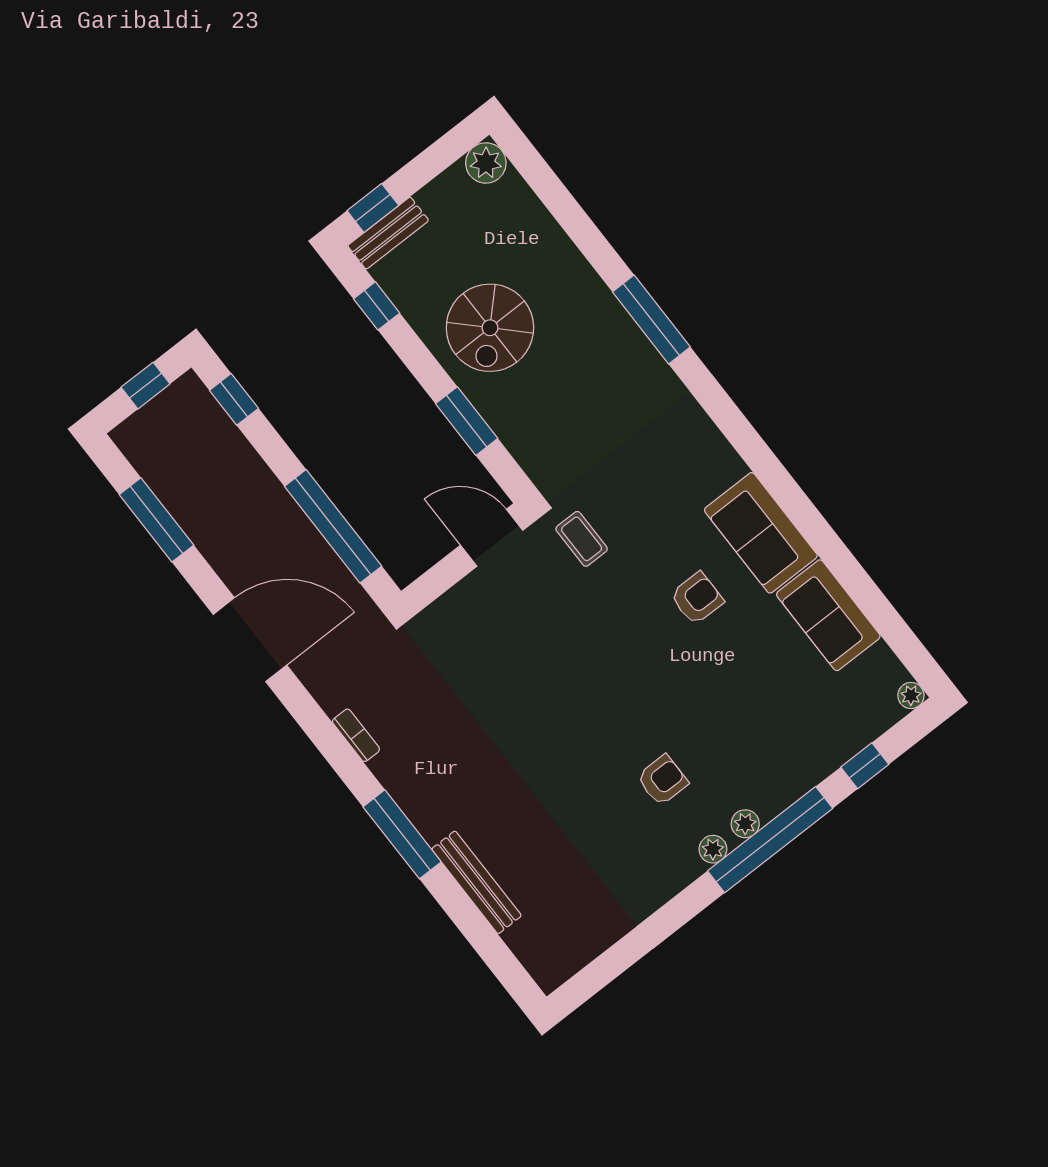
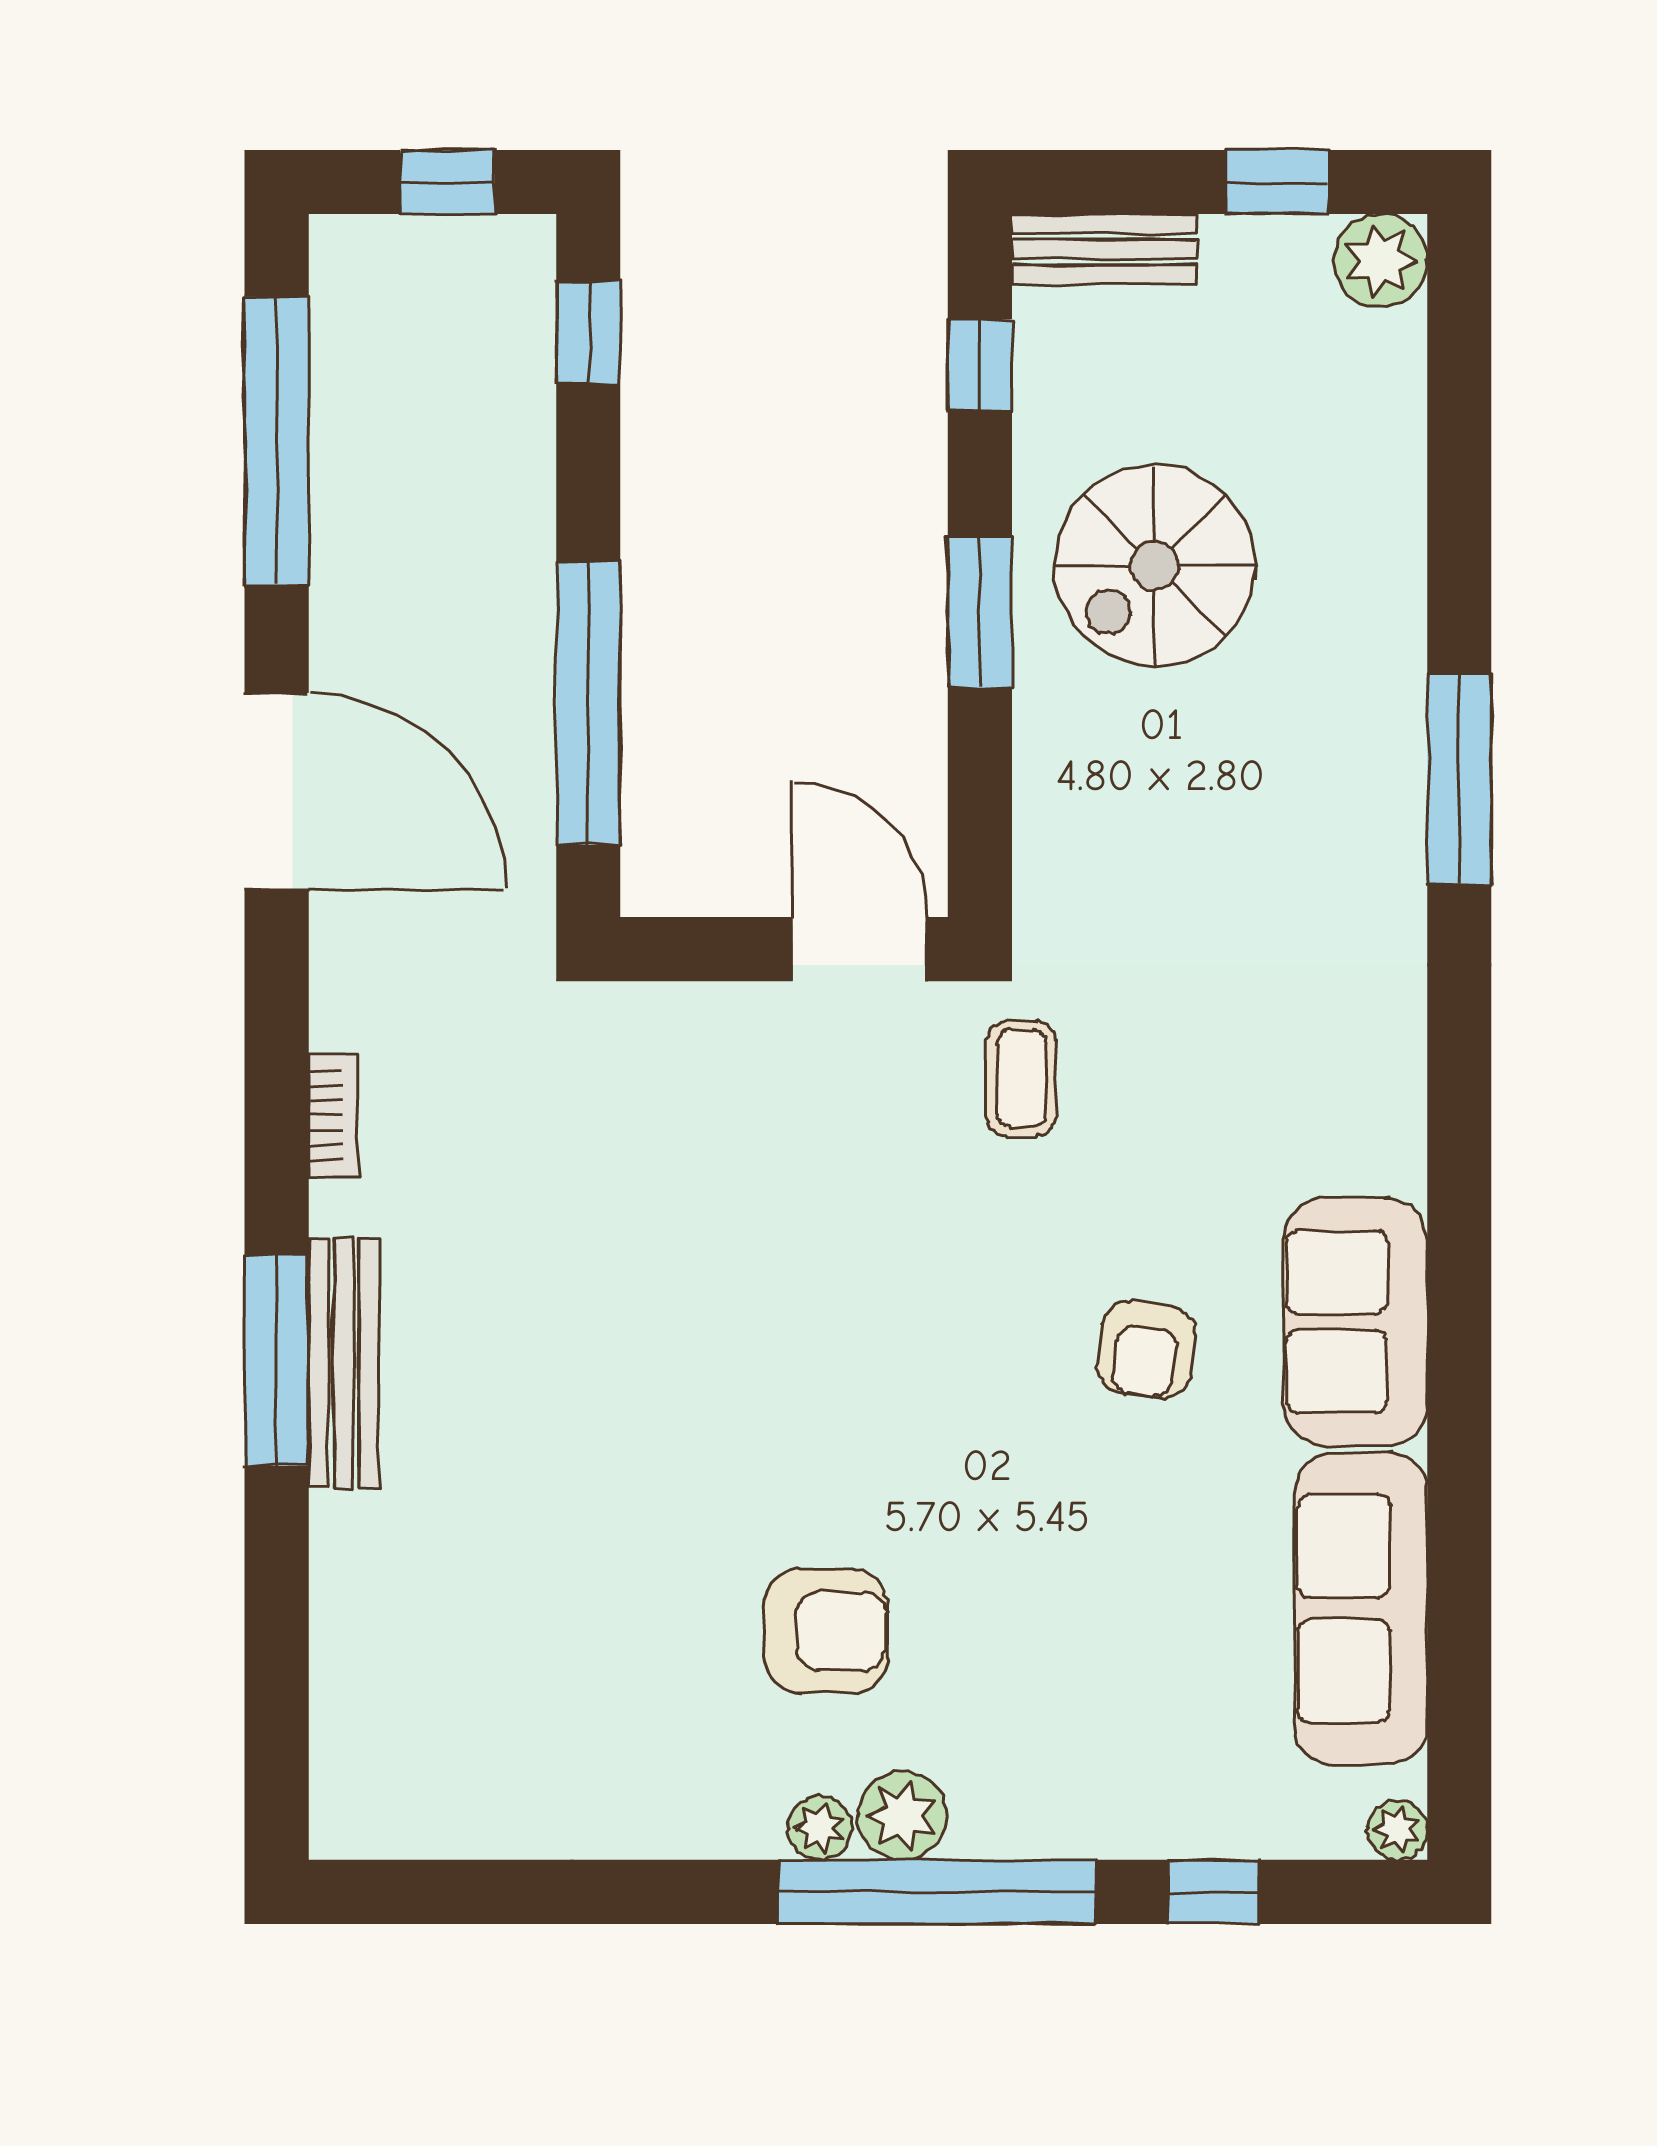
window: (373, 208) -> (1277, 182), moved
window: (467, 421) -> (980, 612), moved
window: (156, 520) -> (277, 441), width x1.46
armchair: (697, 598) -> (1146, 1350), turned 97
sofa: (828, 615) -> (1361, 1608), width x1.36
armchair: (662, 780) -> (826, 1631), width x1.38, depth x1.38
plant: (745, 824) -> (902, 1816), width x1.38, depth x1.38
bench: (477, 882) -> (344, 1363), moved

